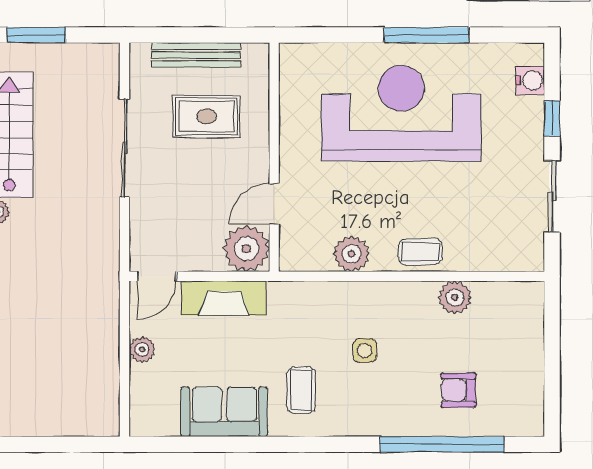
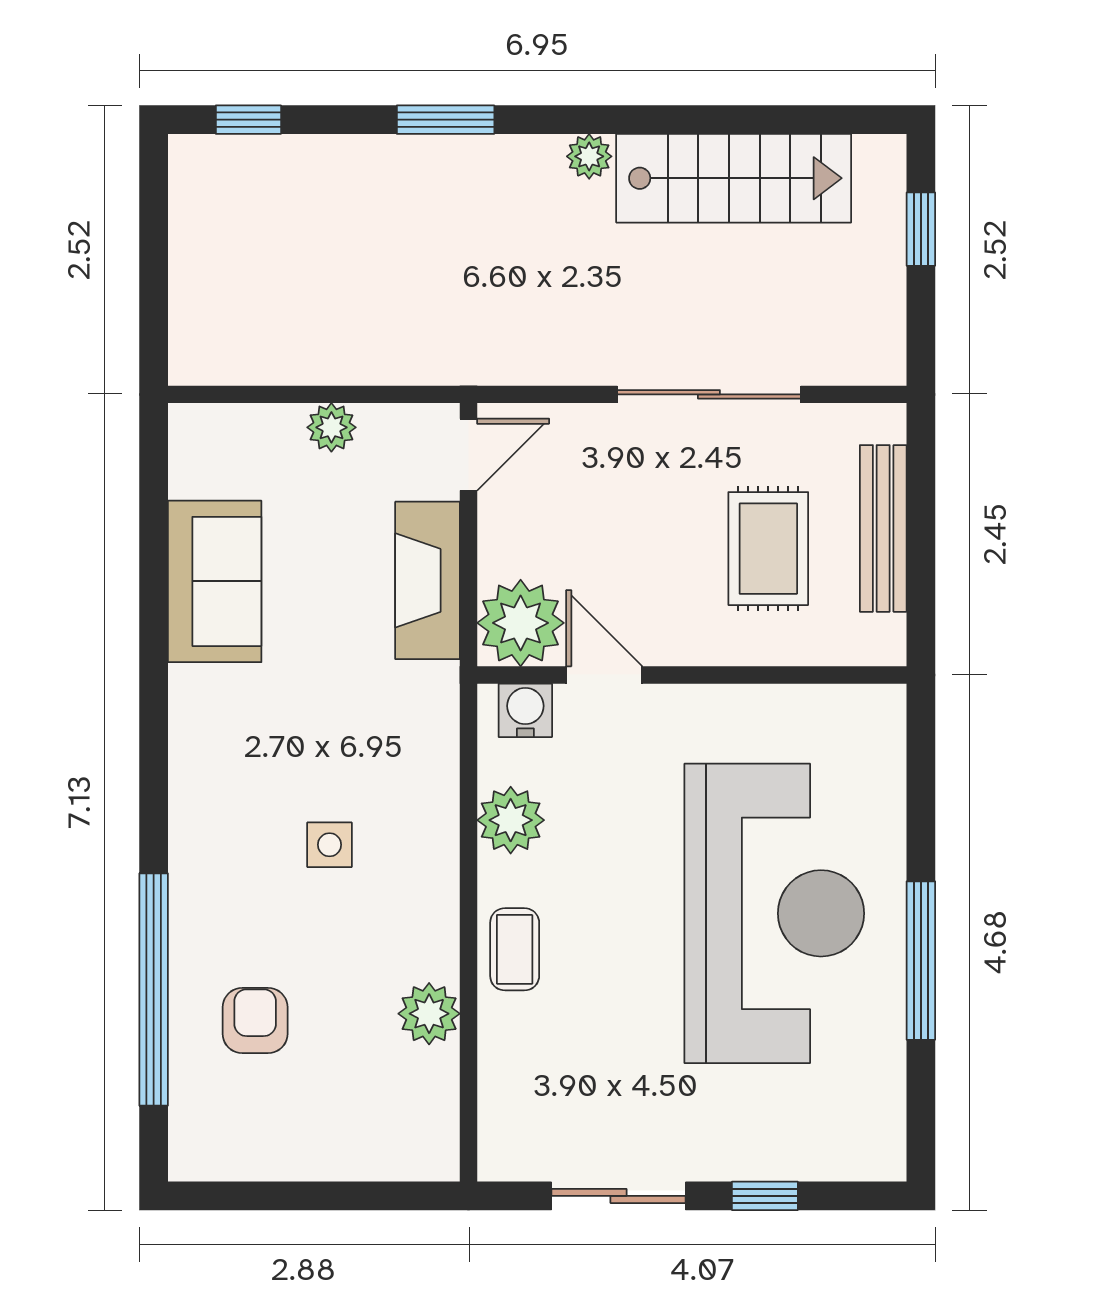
window: (36, 35) -> (921, 229), width x0.67
water cooler: (530, 80) -> (525, 710), moved, turned 180
door: (157, 276) -> (469, 455), swing flipped
coffee table: (301, 390) -> (255, 725), removed

